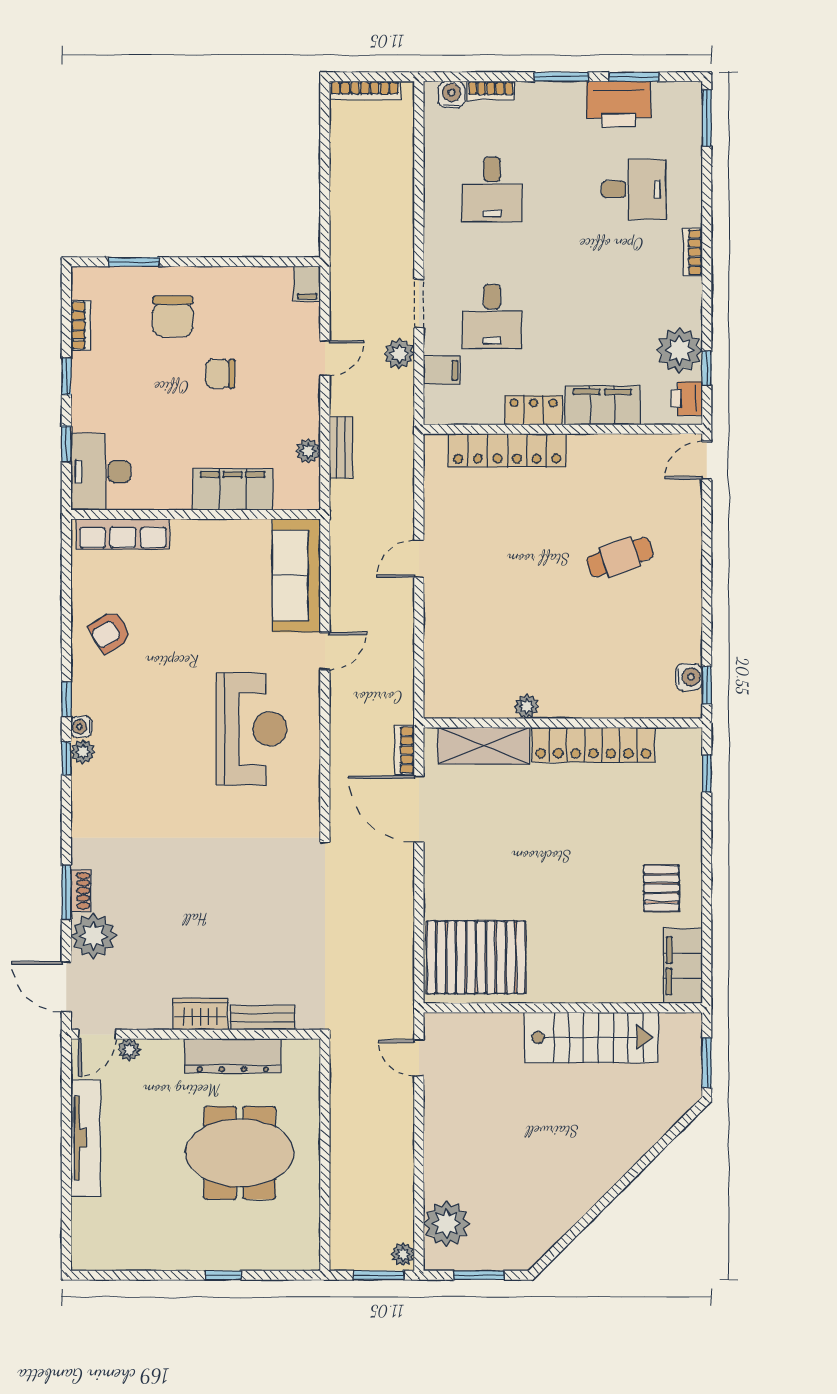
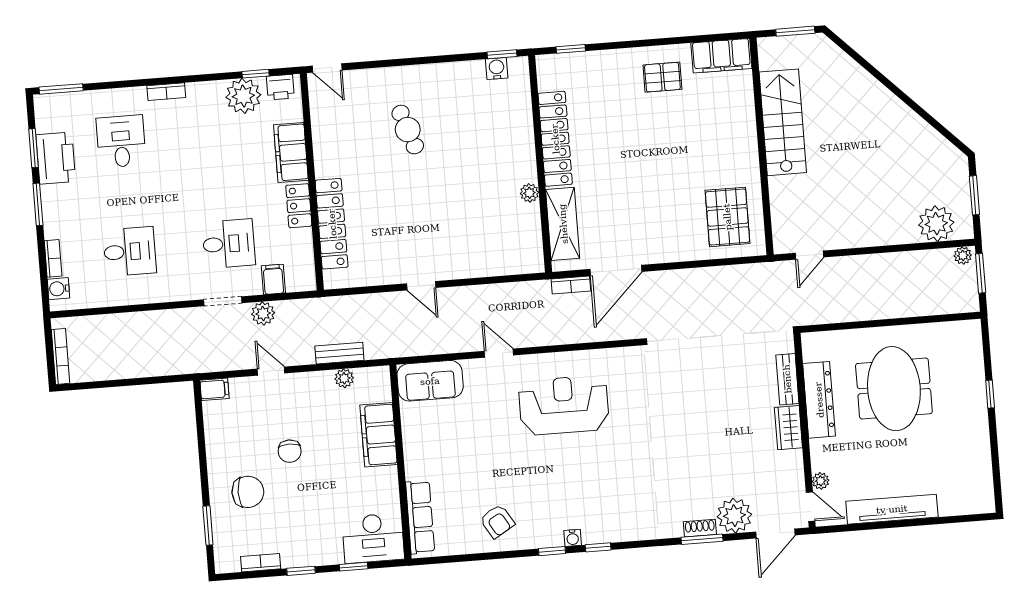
sofa: (296, 575) -> (430, 381), width x0.73
plant: (83, 752) -> (592, 535), removed
pallet: (476, 957) -> (727, 217), width x0.73, depth x0.71

